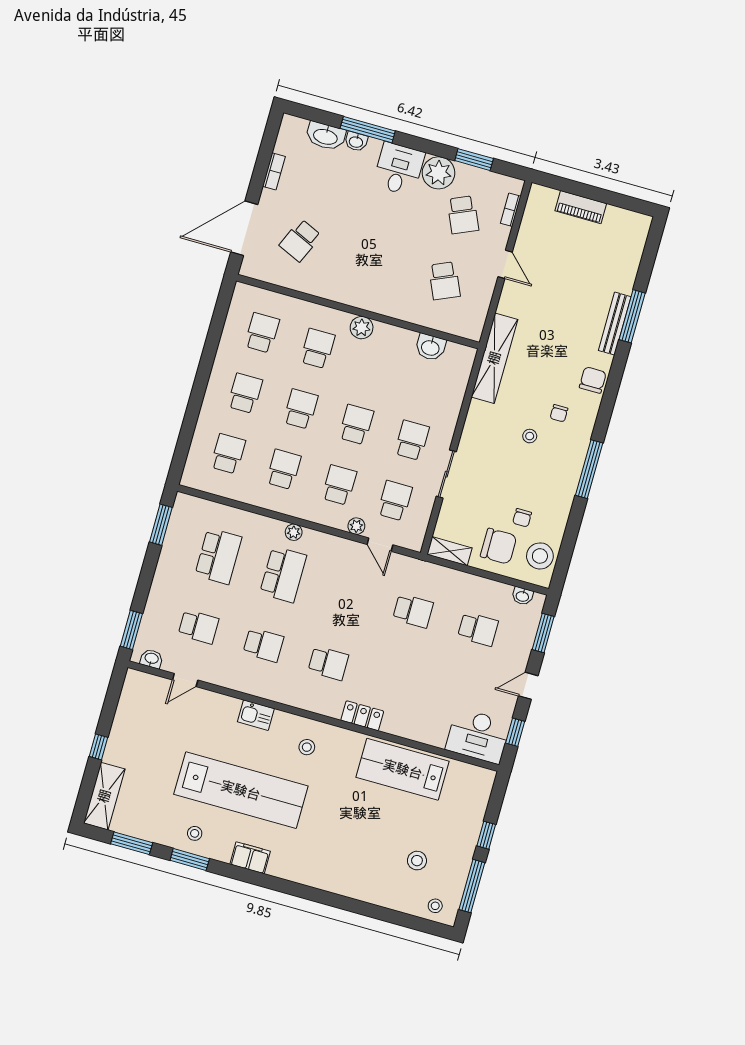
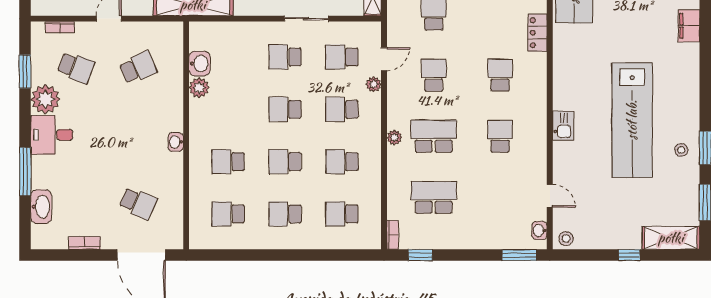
washbasin: (356, 142) -> (176, 142), moved, turned 180
school desk: (463, 215) -> (76, 68), turned 45
plant: (362, 328) -> (199, 88), moved
bookcase: (191, 501) -> (393, 235), added
window: (161, 525) -> (420, 255), width x0.67
school desk: (198, 627) -> (434, 75), moved
stool: (307, 747) -> (566, 239), moved
lab bench: (241, 790) -> (632, 120), turned 180
filing cabinet: (250, 858) -> (689, 26), moved

